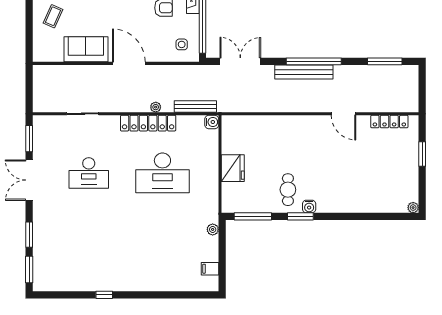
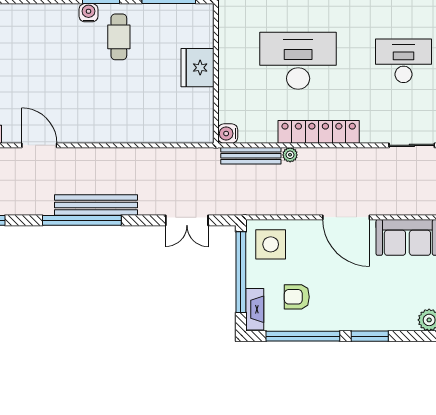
side table: (182, 44) -> (271, 244), width x1.87, depth x1.87
double door: (240, 61) -> (187, 220), width x0.73
plant: (156, 107) -> (290, 155), moved

